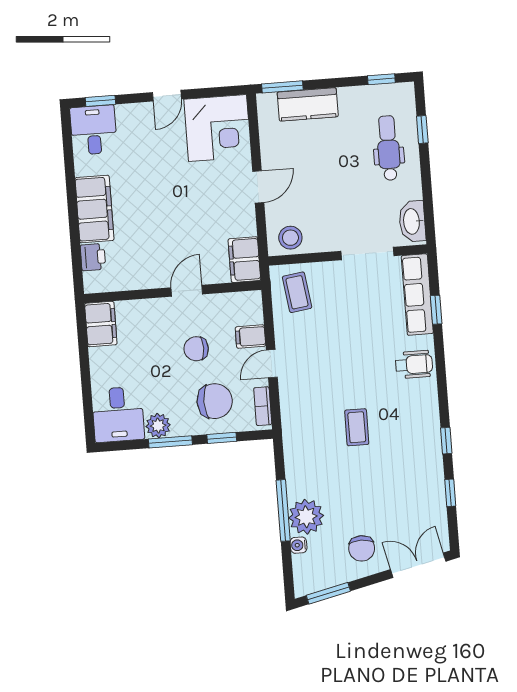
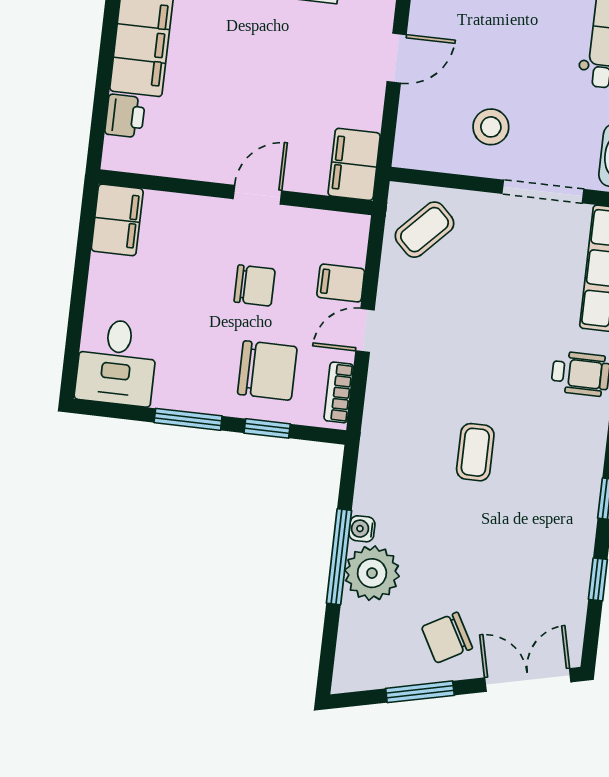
stool: (290, 238) -> (491, 127), moved
coffee table: (297, 292) -> (424, 230), turned 52
chair: (196, 349) -> (255, 286), turned 180
plant: (158, 426) -> (174, 391), removed
water cooler: (299, 545) -> (362, 529), moved
chair: (362, 548) -> (447, 638), turned 61
window: (328, 593) -> (420, 692), moved

